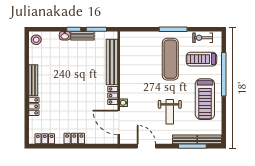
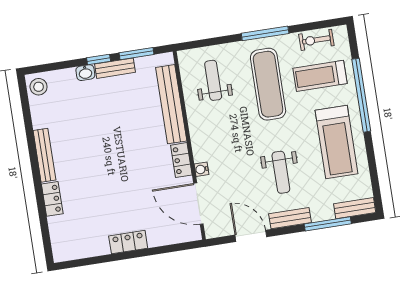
weight bench: (139, 52) -> (213, 80), added
locker: (45, 139) -> (79, 250), removed
bench: (185, 139) -> (290, 218), moved

